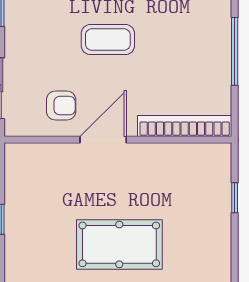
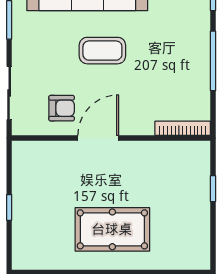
bookcase: (185, 126) -> (183, 128), width x0.68, depth x0.76

